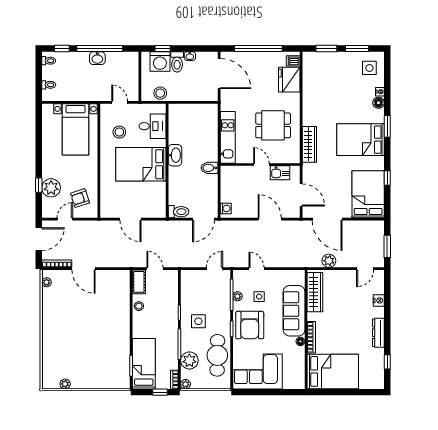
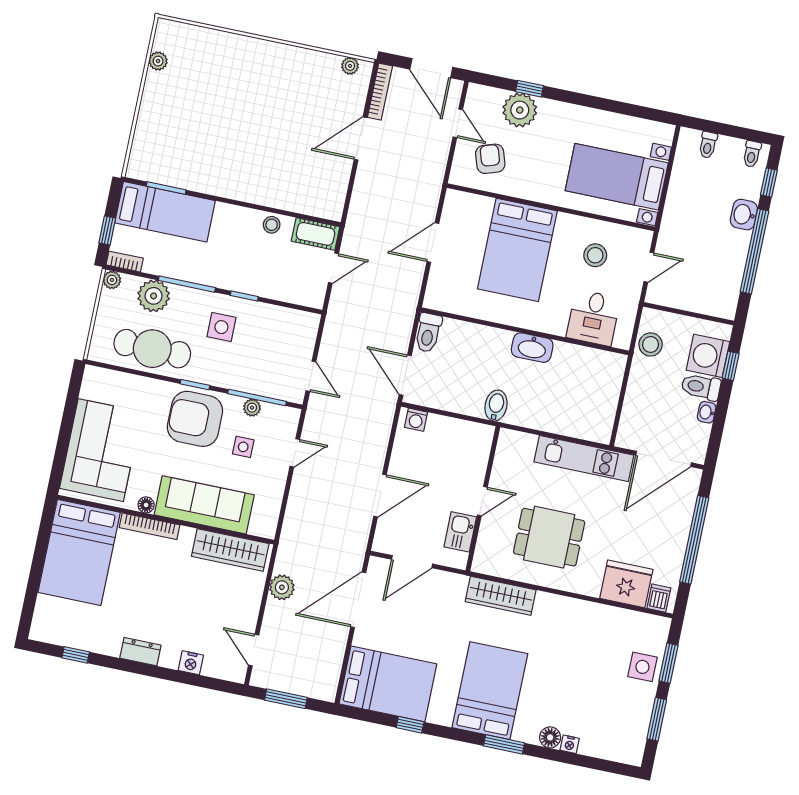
washbasin: (97, 58) -> (744, 215), moved
side table: (369, 68) -> (642, 667), moved
dining table: (273, 125) -> (549, 537), turned 90
kitchen unit: (228, 137) -> (584, 459), moved
bed: (141, 164) -> (517, 250), moved, turned 180
dresser: (378, 333) -> (140, 652), width x0.70
corner sofa: (258, 371) -> (101, 450), moved

